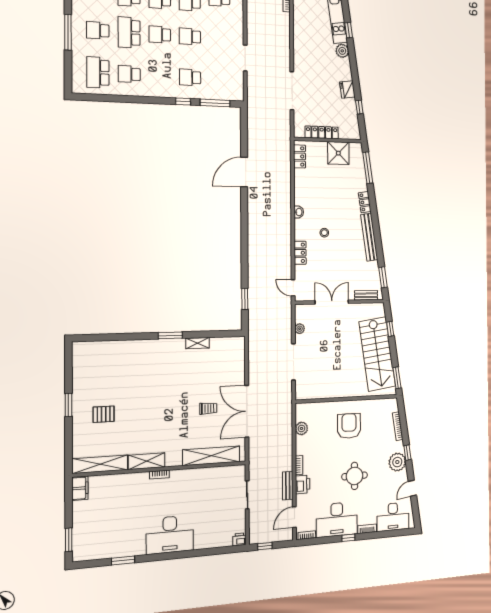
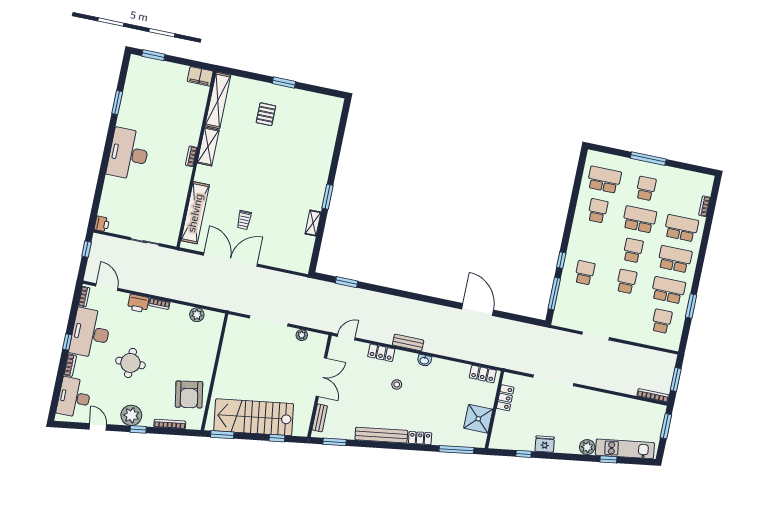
locker: (322, 132) -> (505, 398), width x0.66
armchair: (349, 426) -> (189, 394), moved, turned 80
bench: (288, 486) -> (408, 343), moved

